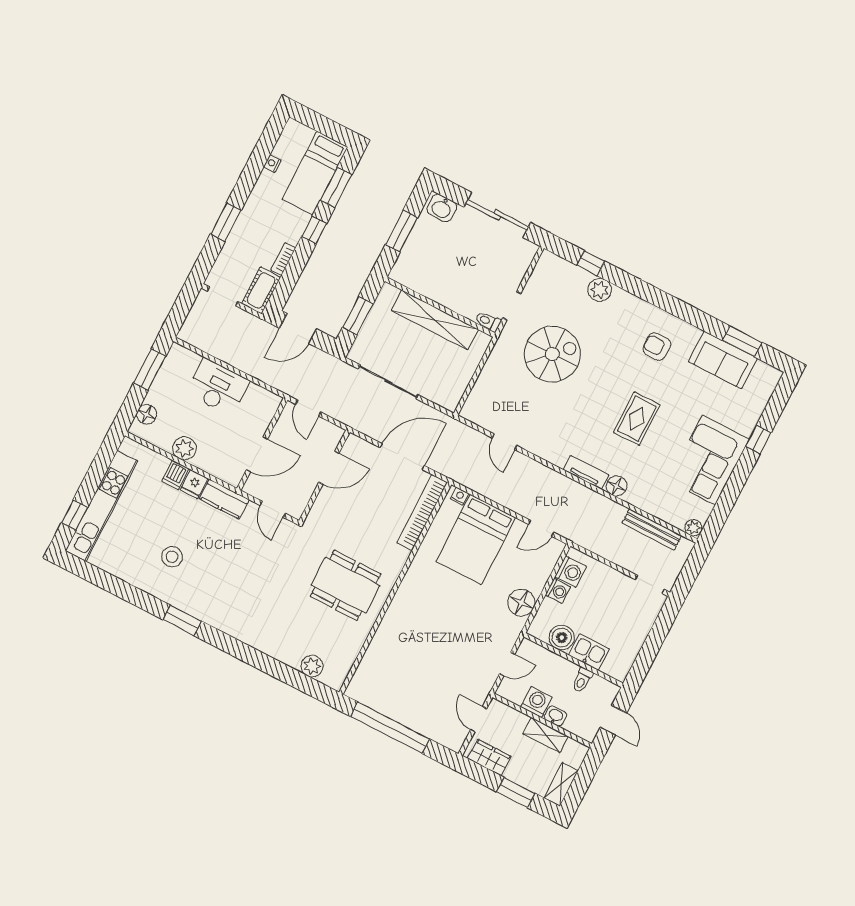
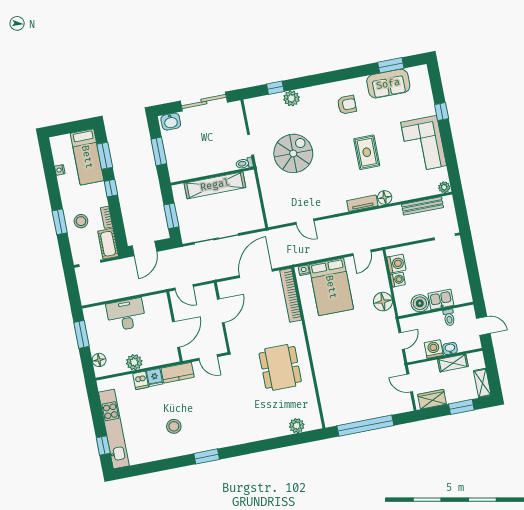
stool: (251, 240) -> (81, 221), added
armchair: (657, 347) -> (347, 105), turned 180
dining table: (346, 585) -> (280, 367), turned 90

